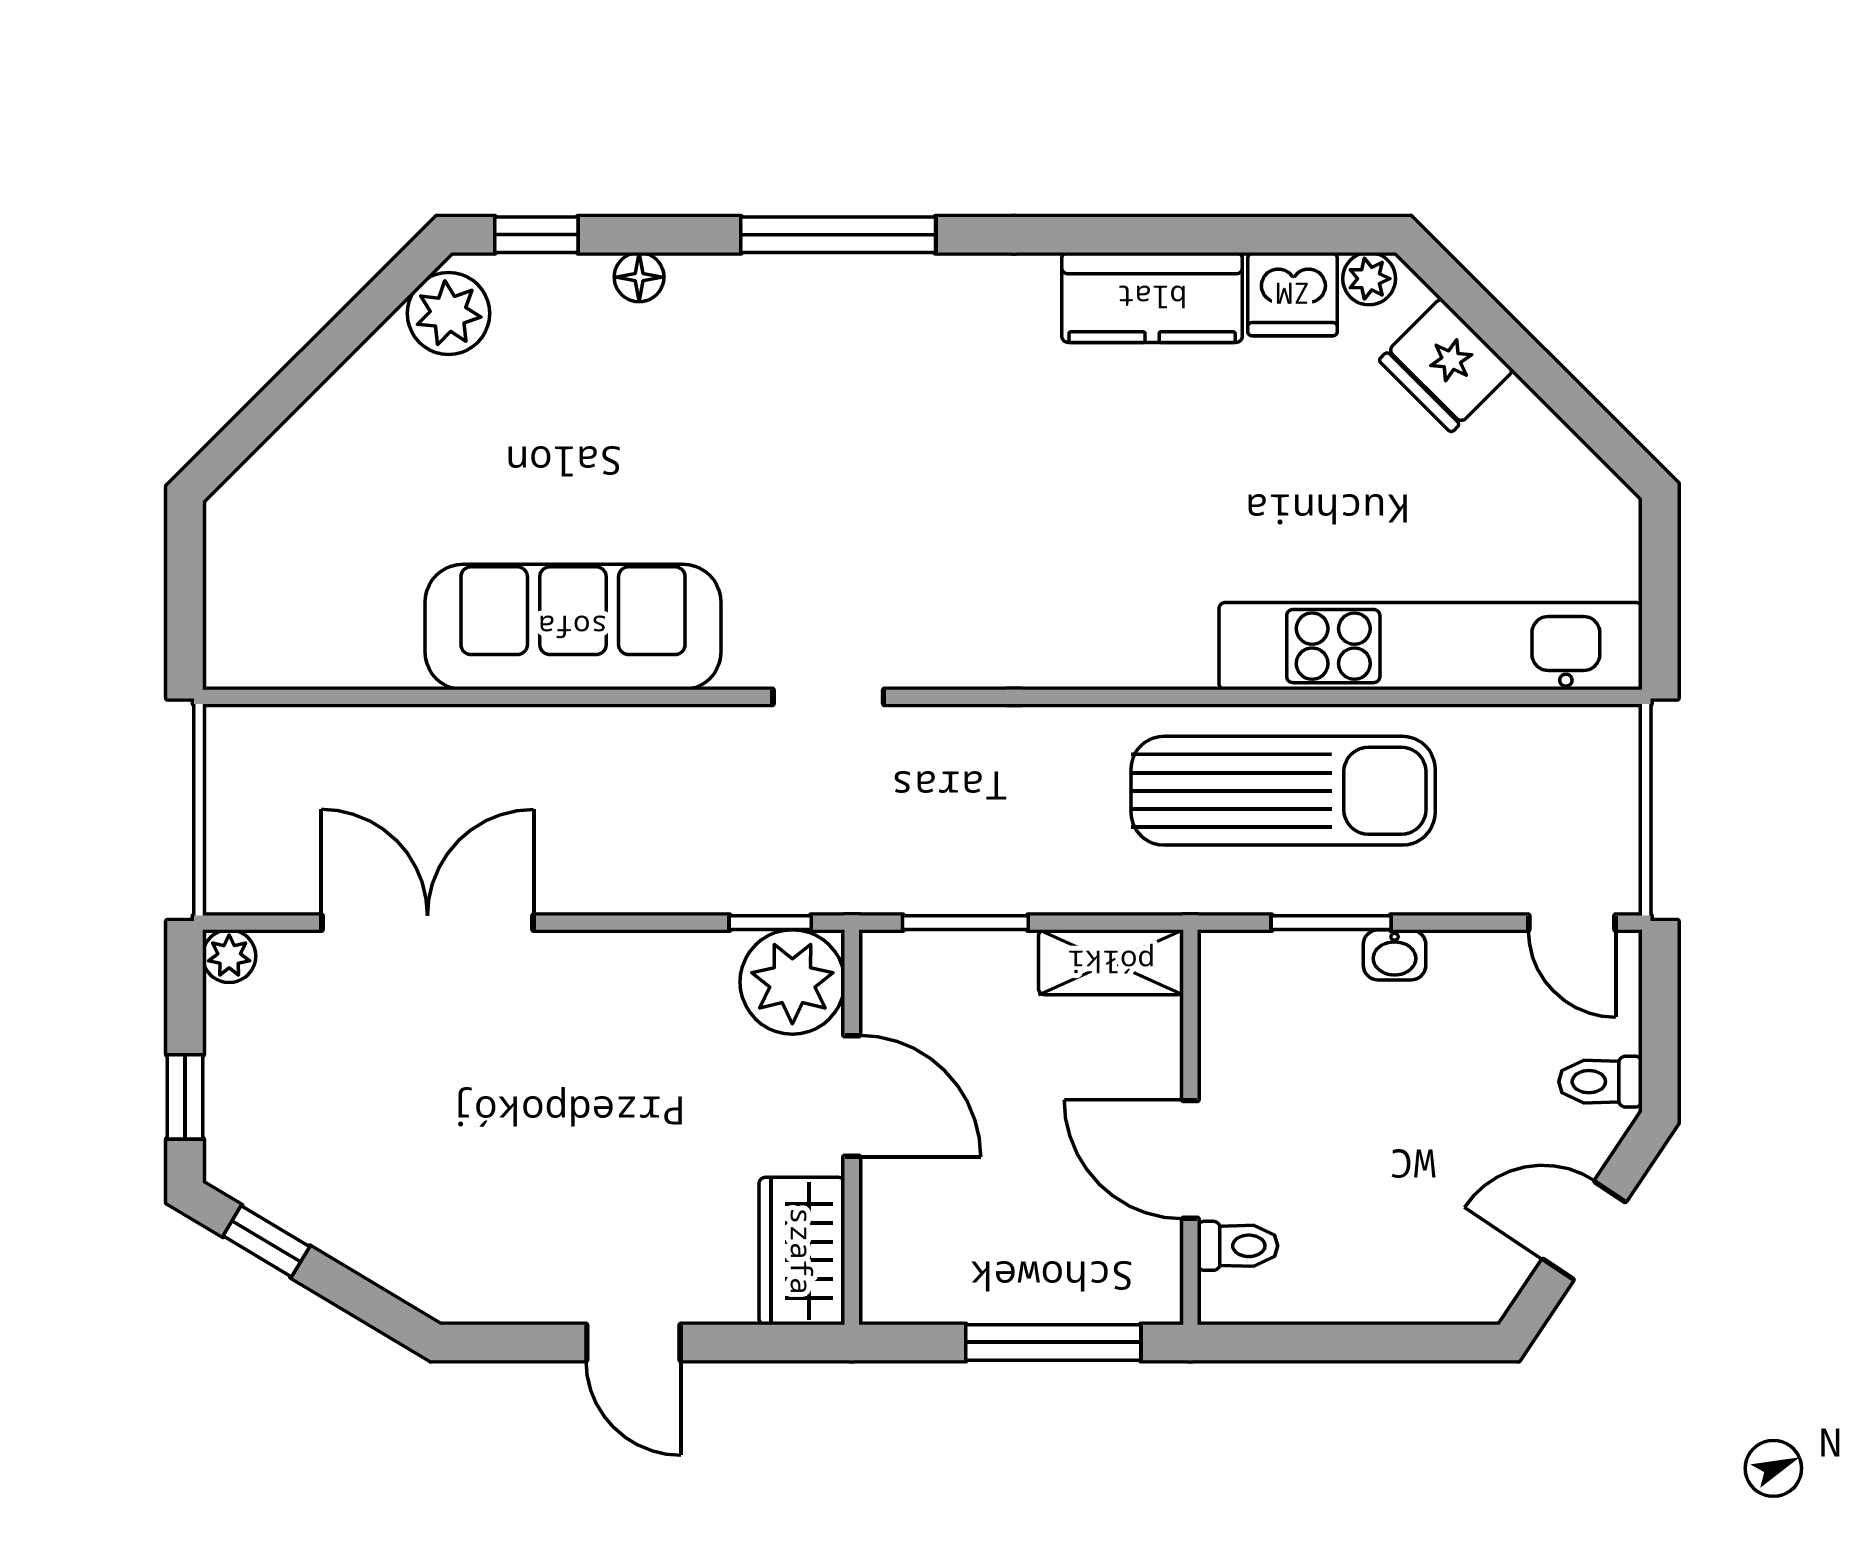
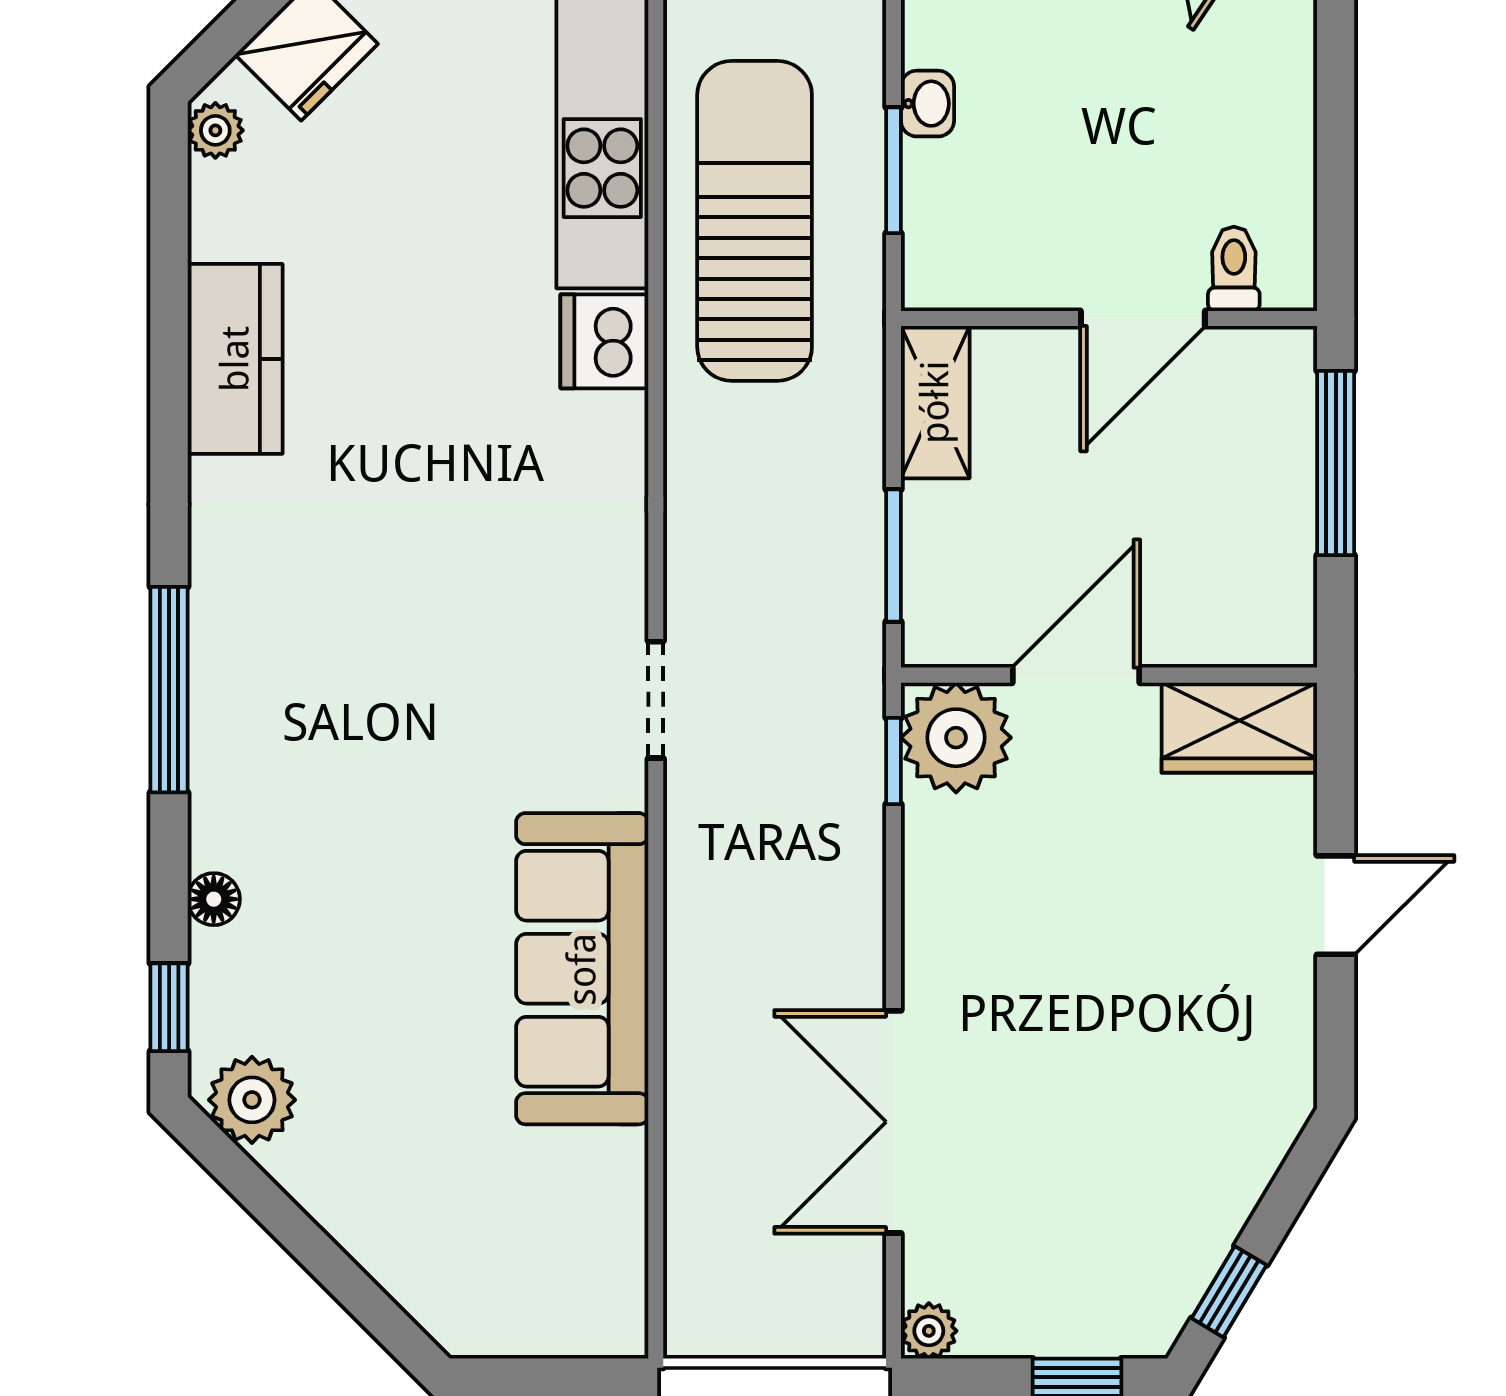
dishwasher: (1293, 294) -> (604, 341), moved, turned 180

